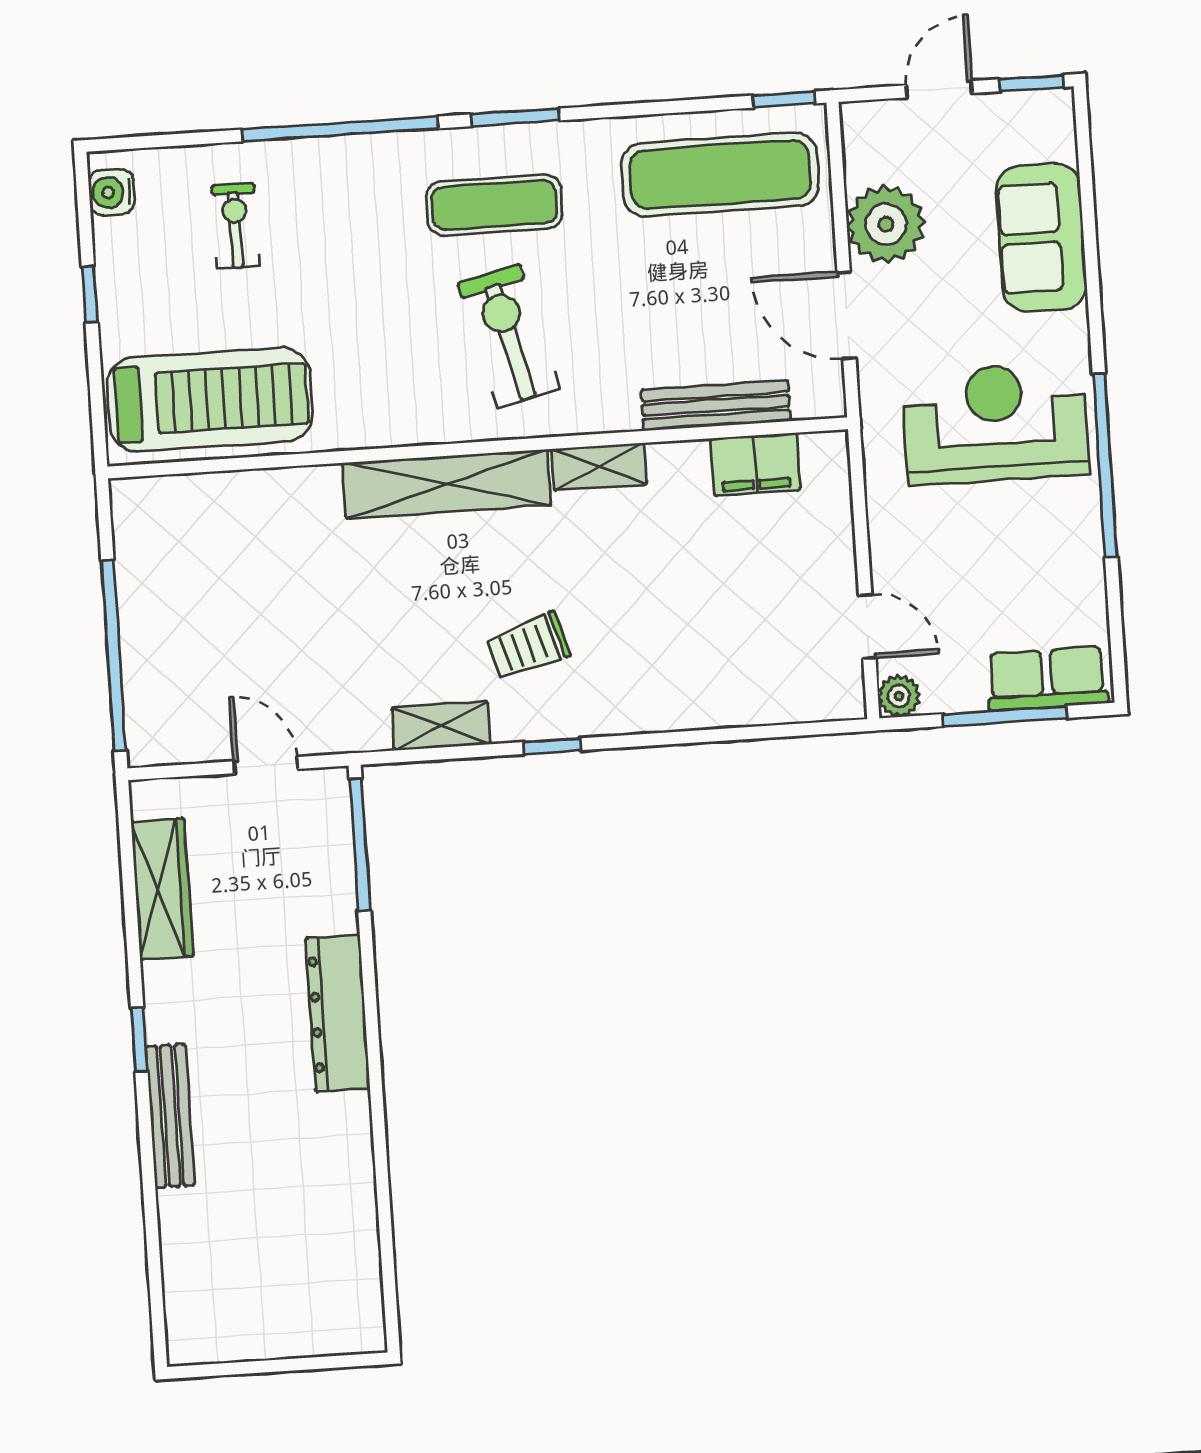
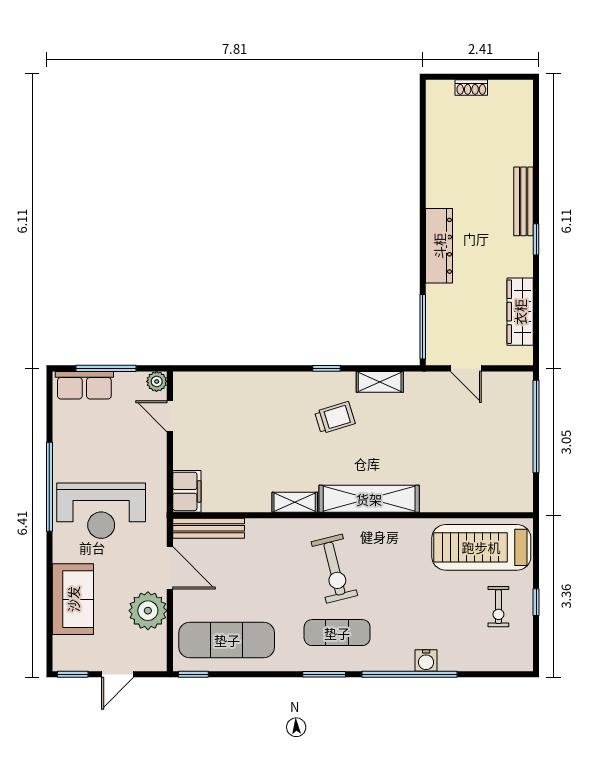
water cooler: (112, 192) -> (426, 661), moved, turned 90
exercise bike: (235, 226) -> (498, 607), moved
bench: (716, 405) -> (209, 528), moved
filing cabinet: (755, 464) -> (187, 491), moved, turned 90
shoe rack: (293, 1343) -> (471, 88), added

